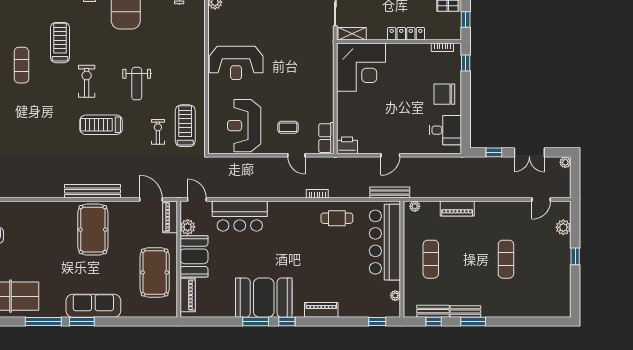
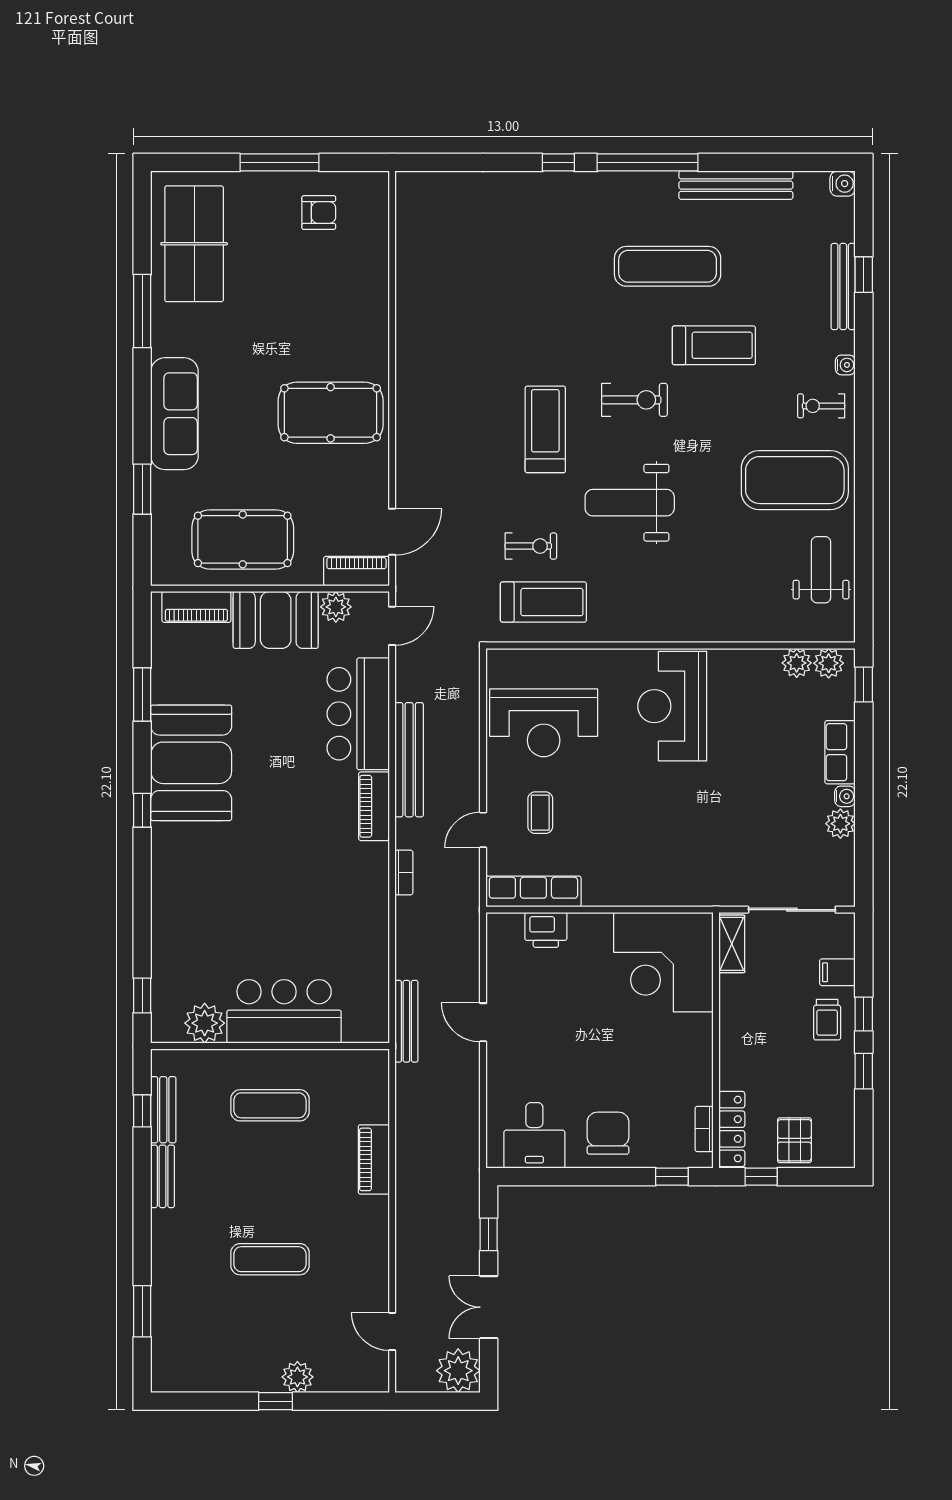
locker: (406, 34) -> (732, 1129), moved
exercise mat: (21, 65) -> (668, 266), width x1.36, depth x1.45
weight bench: (137, 84) -> (630, 503), width x1.36, depth x1.33
reception desk: (244, 126) -> (544, 723), turned 180
row of seats: (326, 138) -> (533, 891), width x1.48
printer: (347, 145) -> (546, 930), moved, turned 90
plant: (565, 162) -> (458, 1371), width x1.88, depth x1.88
bench: (93, 191) -> (409, 760), moved
plant: (415, 206) -> (378, 1072), removed
cafe table: (337, 218) -> (354, 913), removed
plant: (563, 227) -> (297, 1377), moved
bar counter: (385, 242) -> (284, 1011), width x0.73
plant: (395, 296) -> (205, 1023), width x1.88, depth x1.88
piano: (321, 310) -> (374, 806), moved, turned 180
window: (82, 322) -> (142, 489), moved
window: (256, 322) -> (142, 695), moved
window: (473, 322) -> (142, 1311), moved

